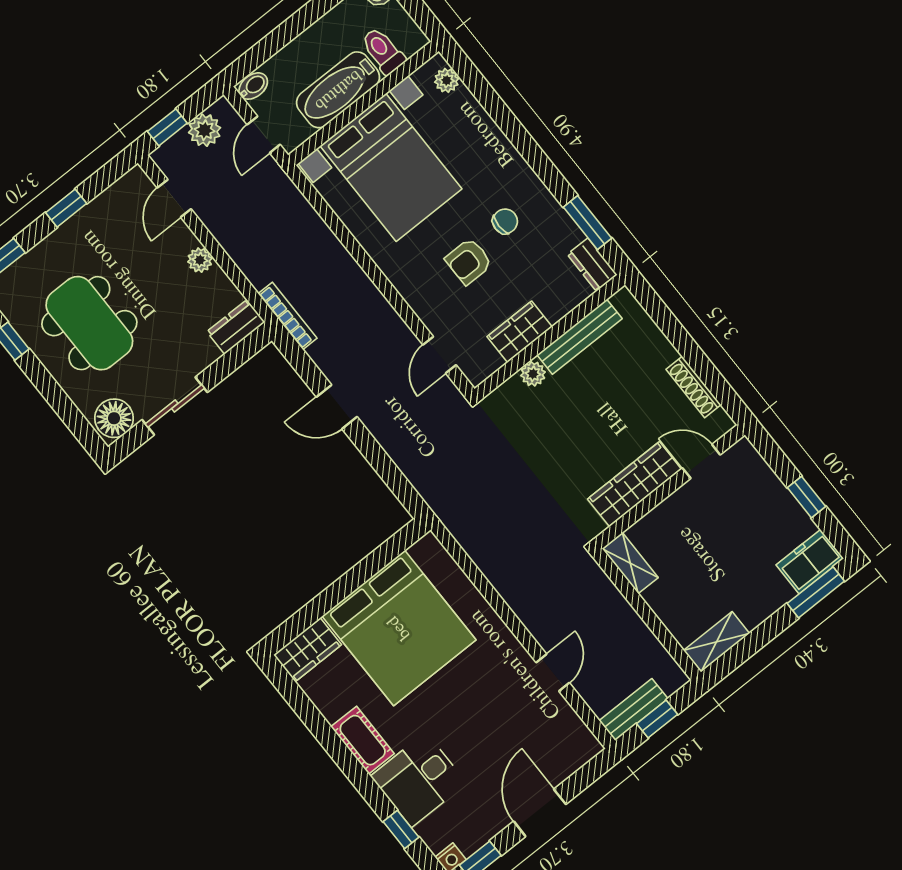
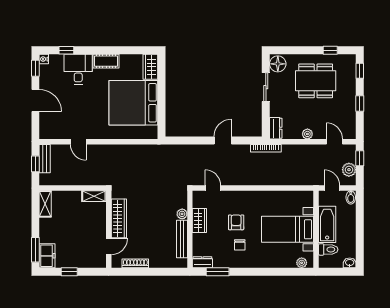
bed with nightstands: (391, 167) -> (288, 229), width x0.73

